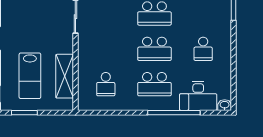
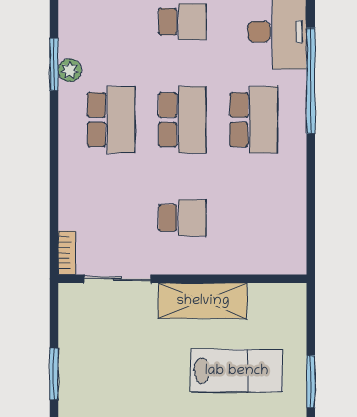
shelving: (65, 76) -> (203, 301), moved
school desk: (106, 84) -> (182, 218), moved

